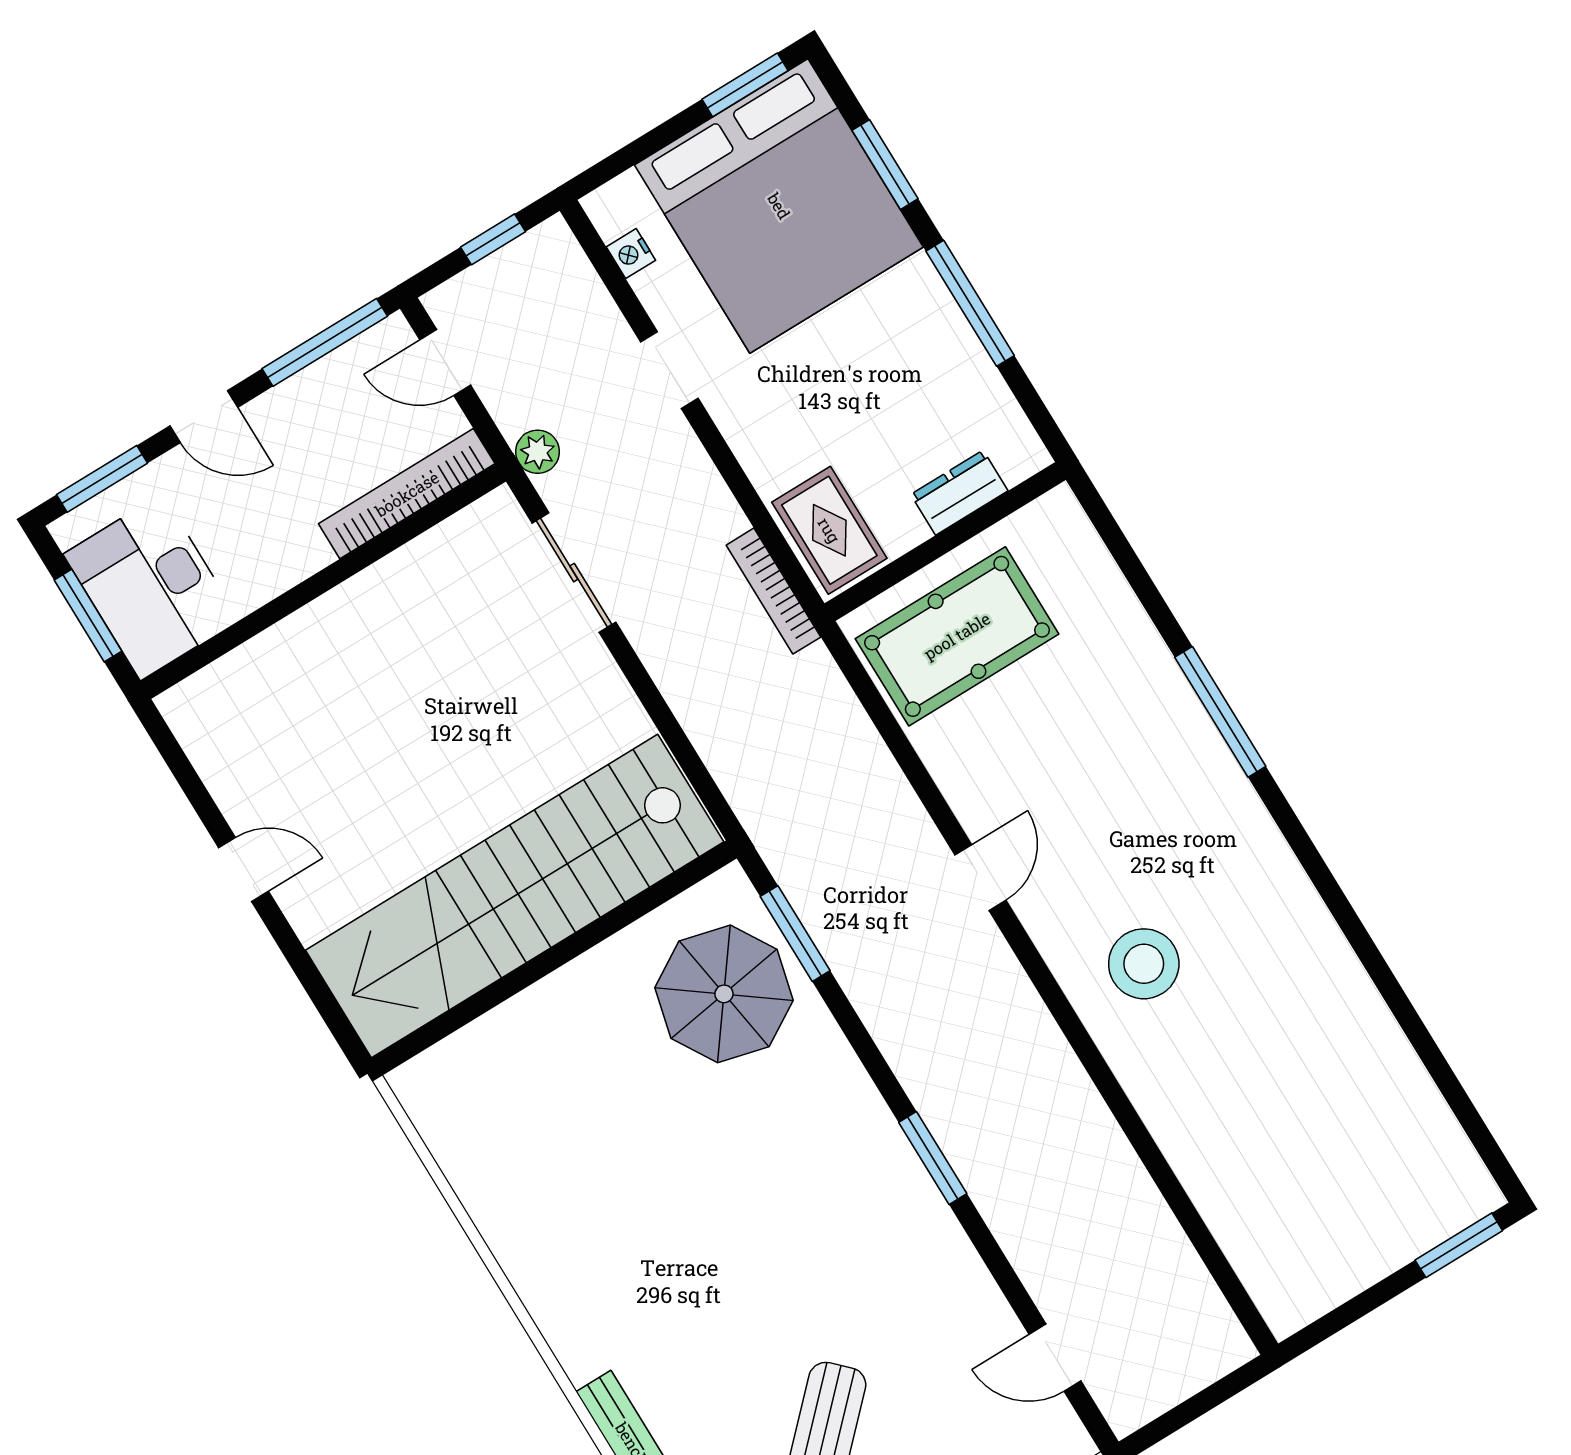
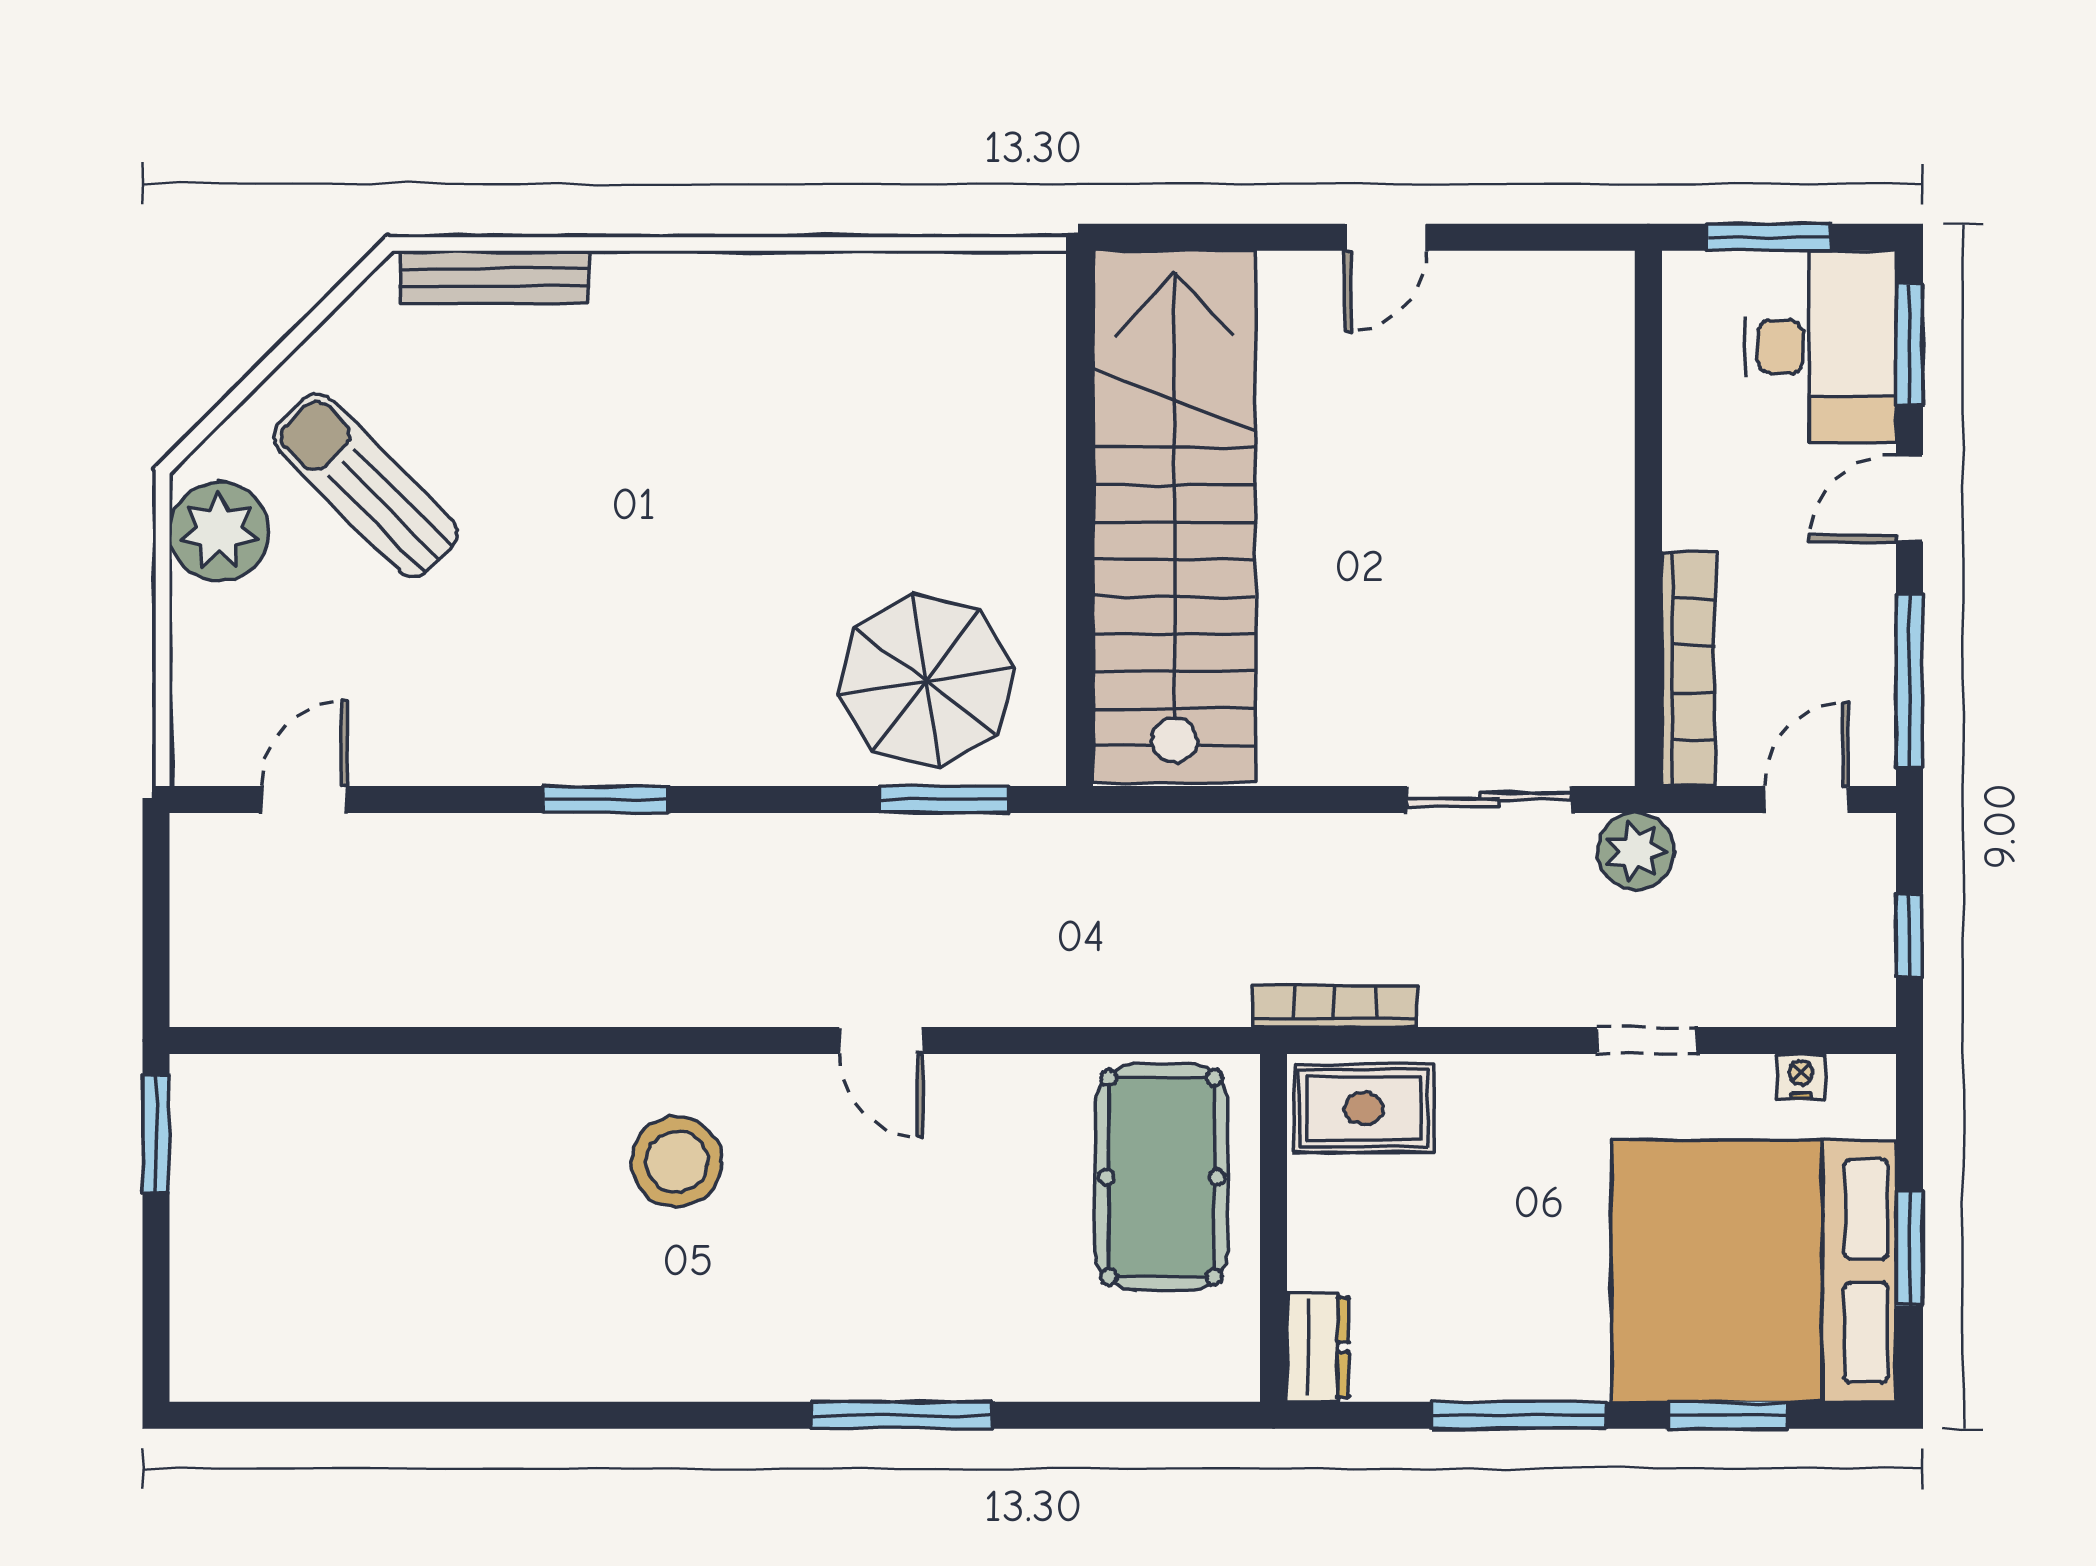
window: (745, 85) -> (1909, 1248), moved
plant: (538, 452) -> (1636, 851), width x1.38, depth x1.38
dresser: (959, 493) -> (1318, 1347), moved
desk: (151, 587) -> (1821, 347), moved, turned 90
window: (1459, 1245) -> (156, 1134), moved

